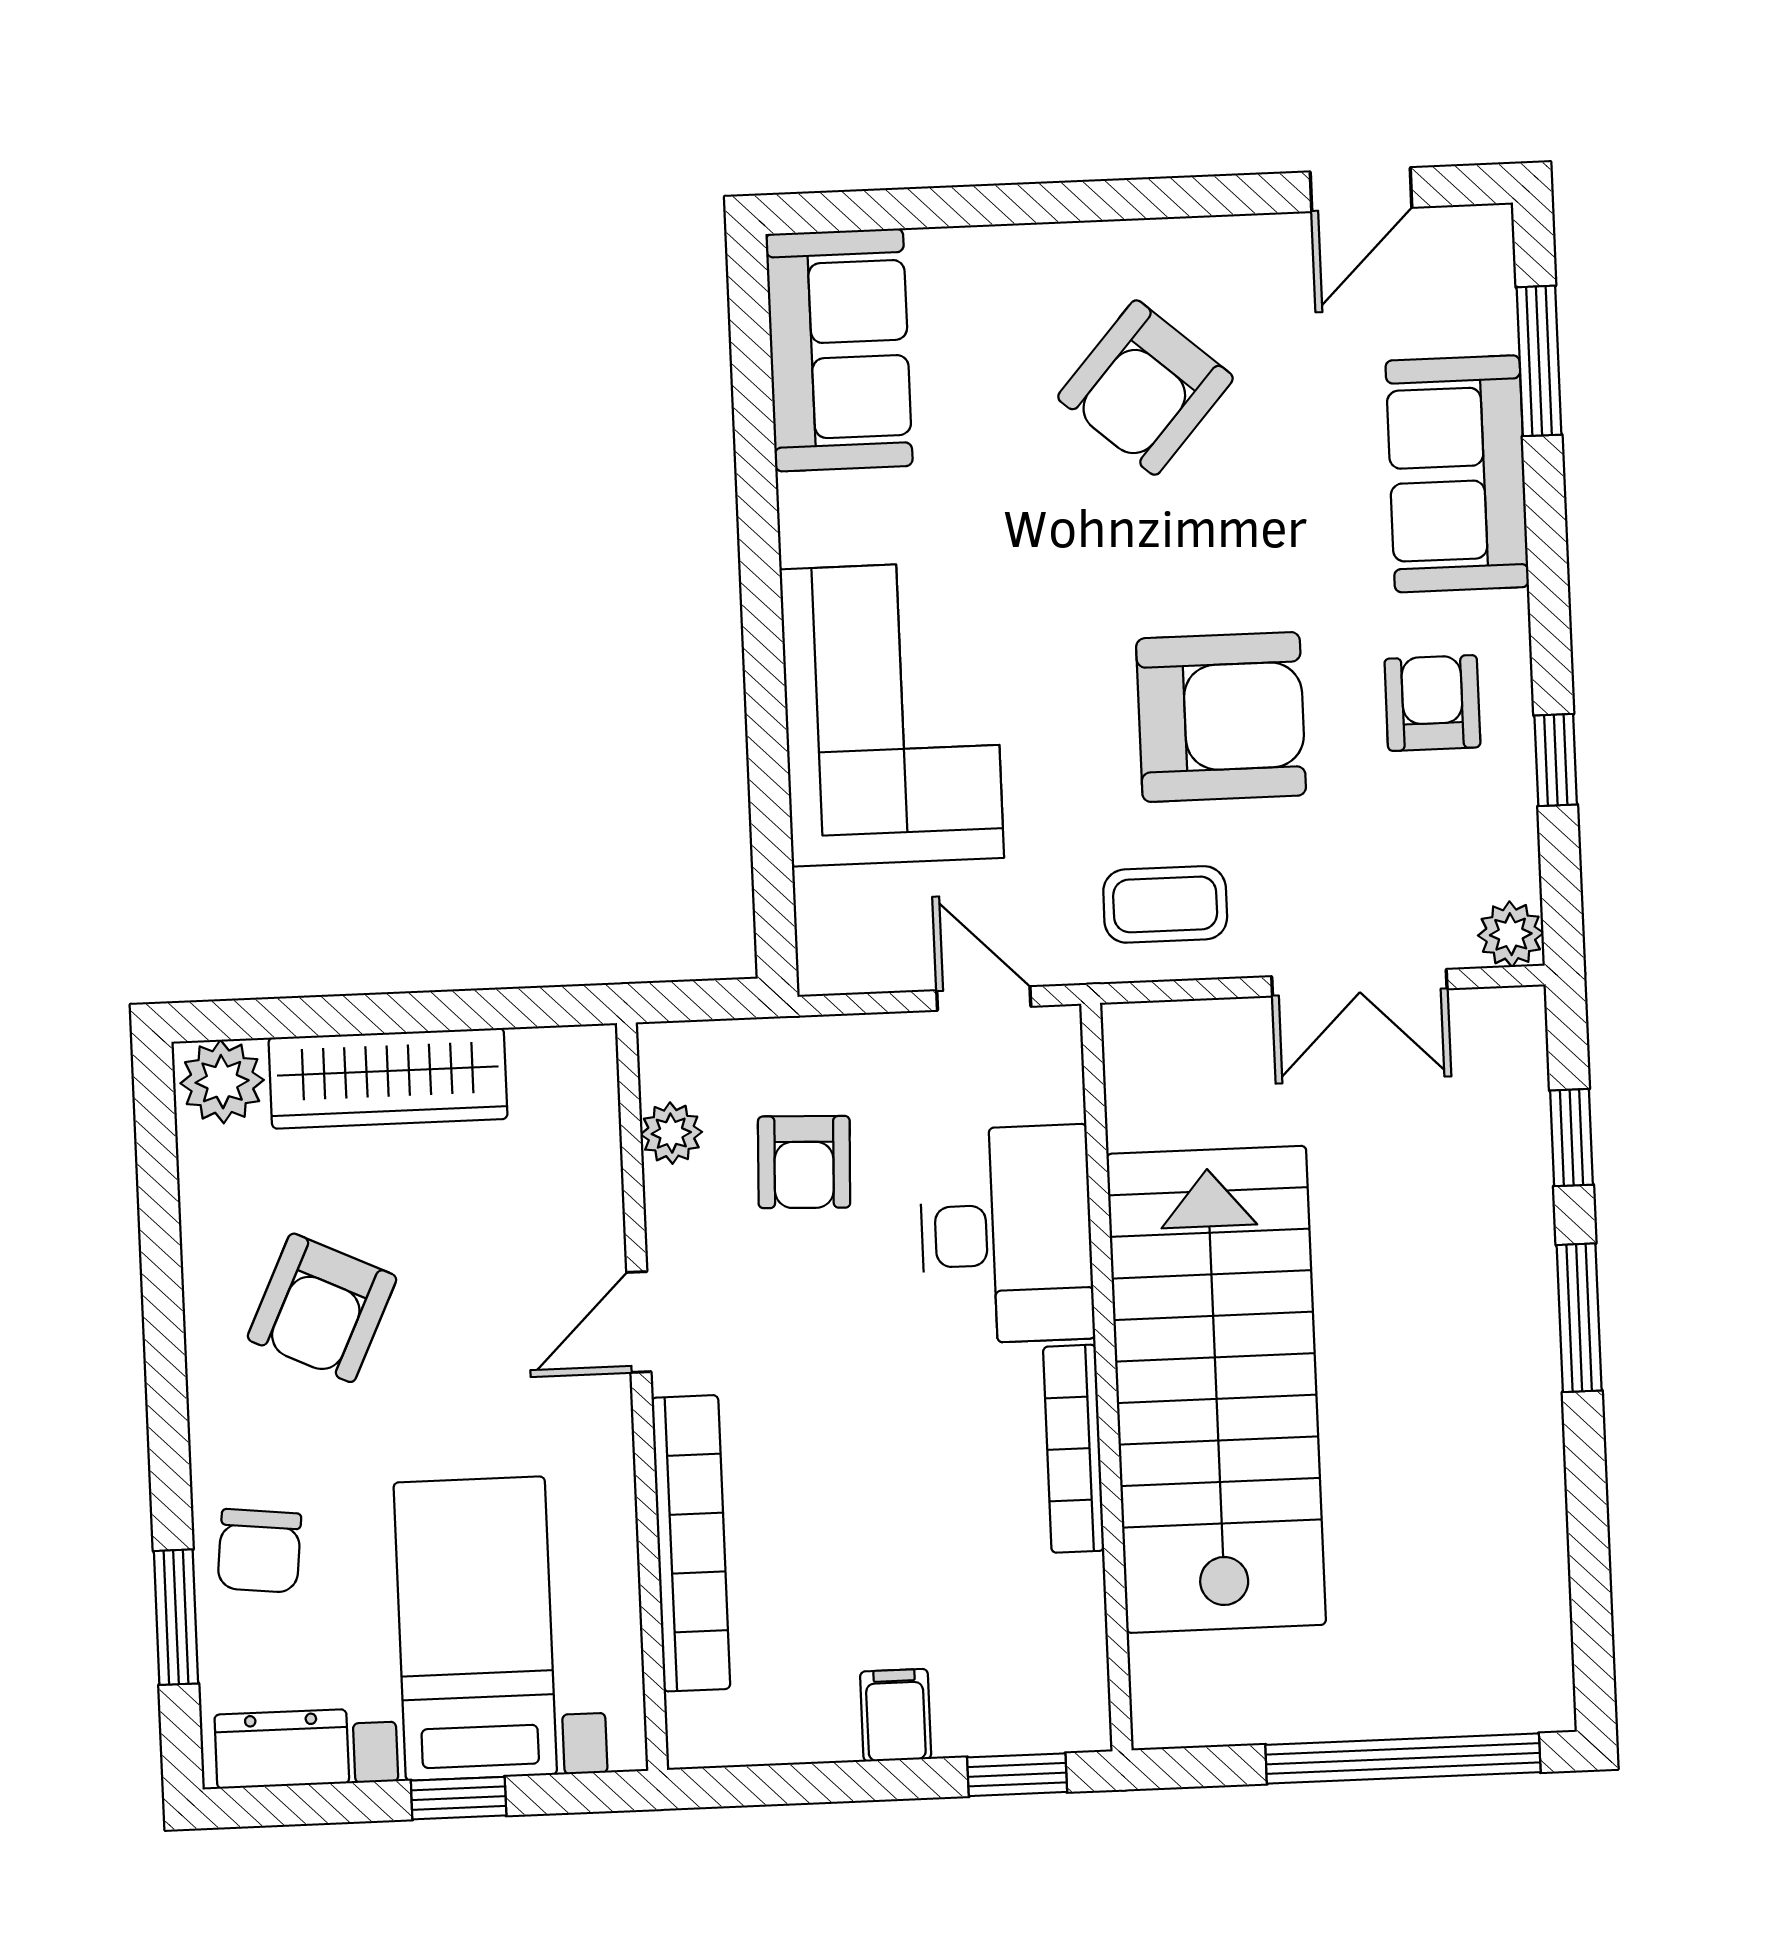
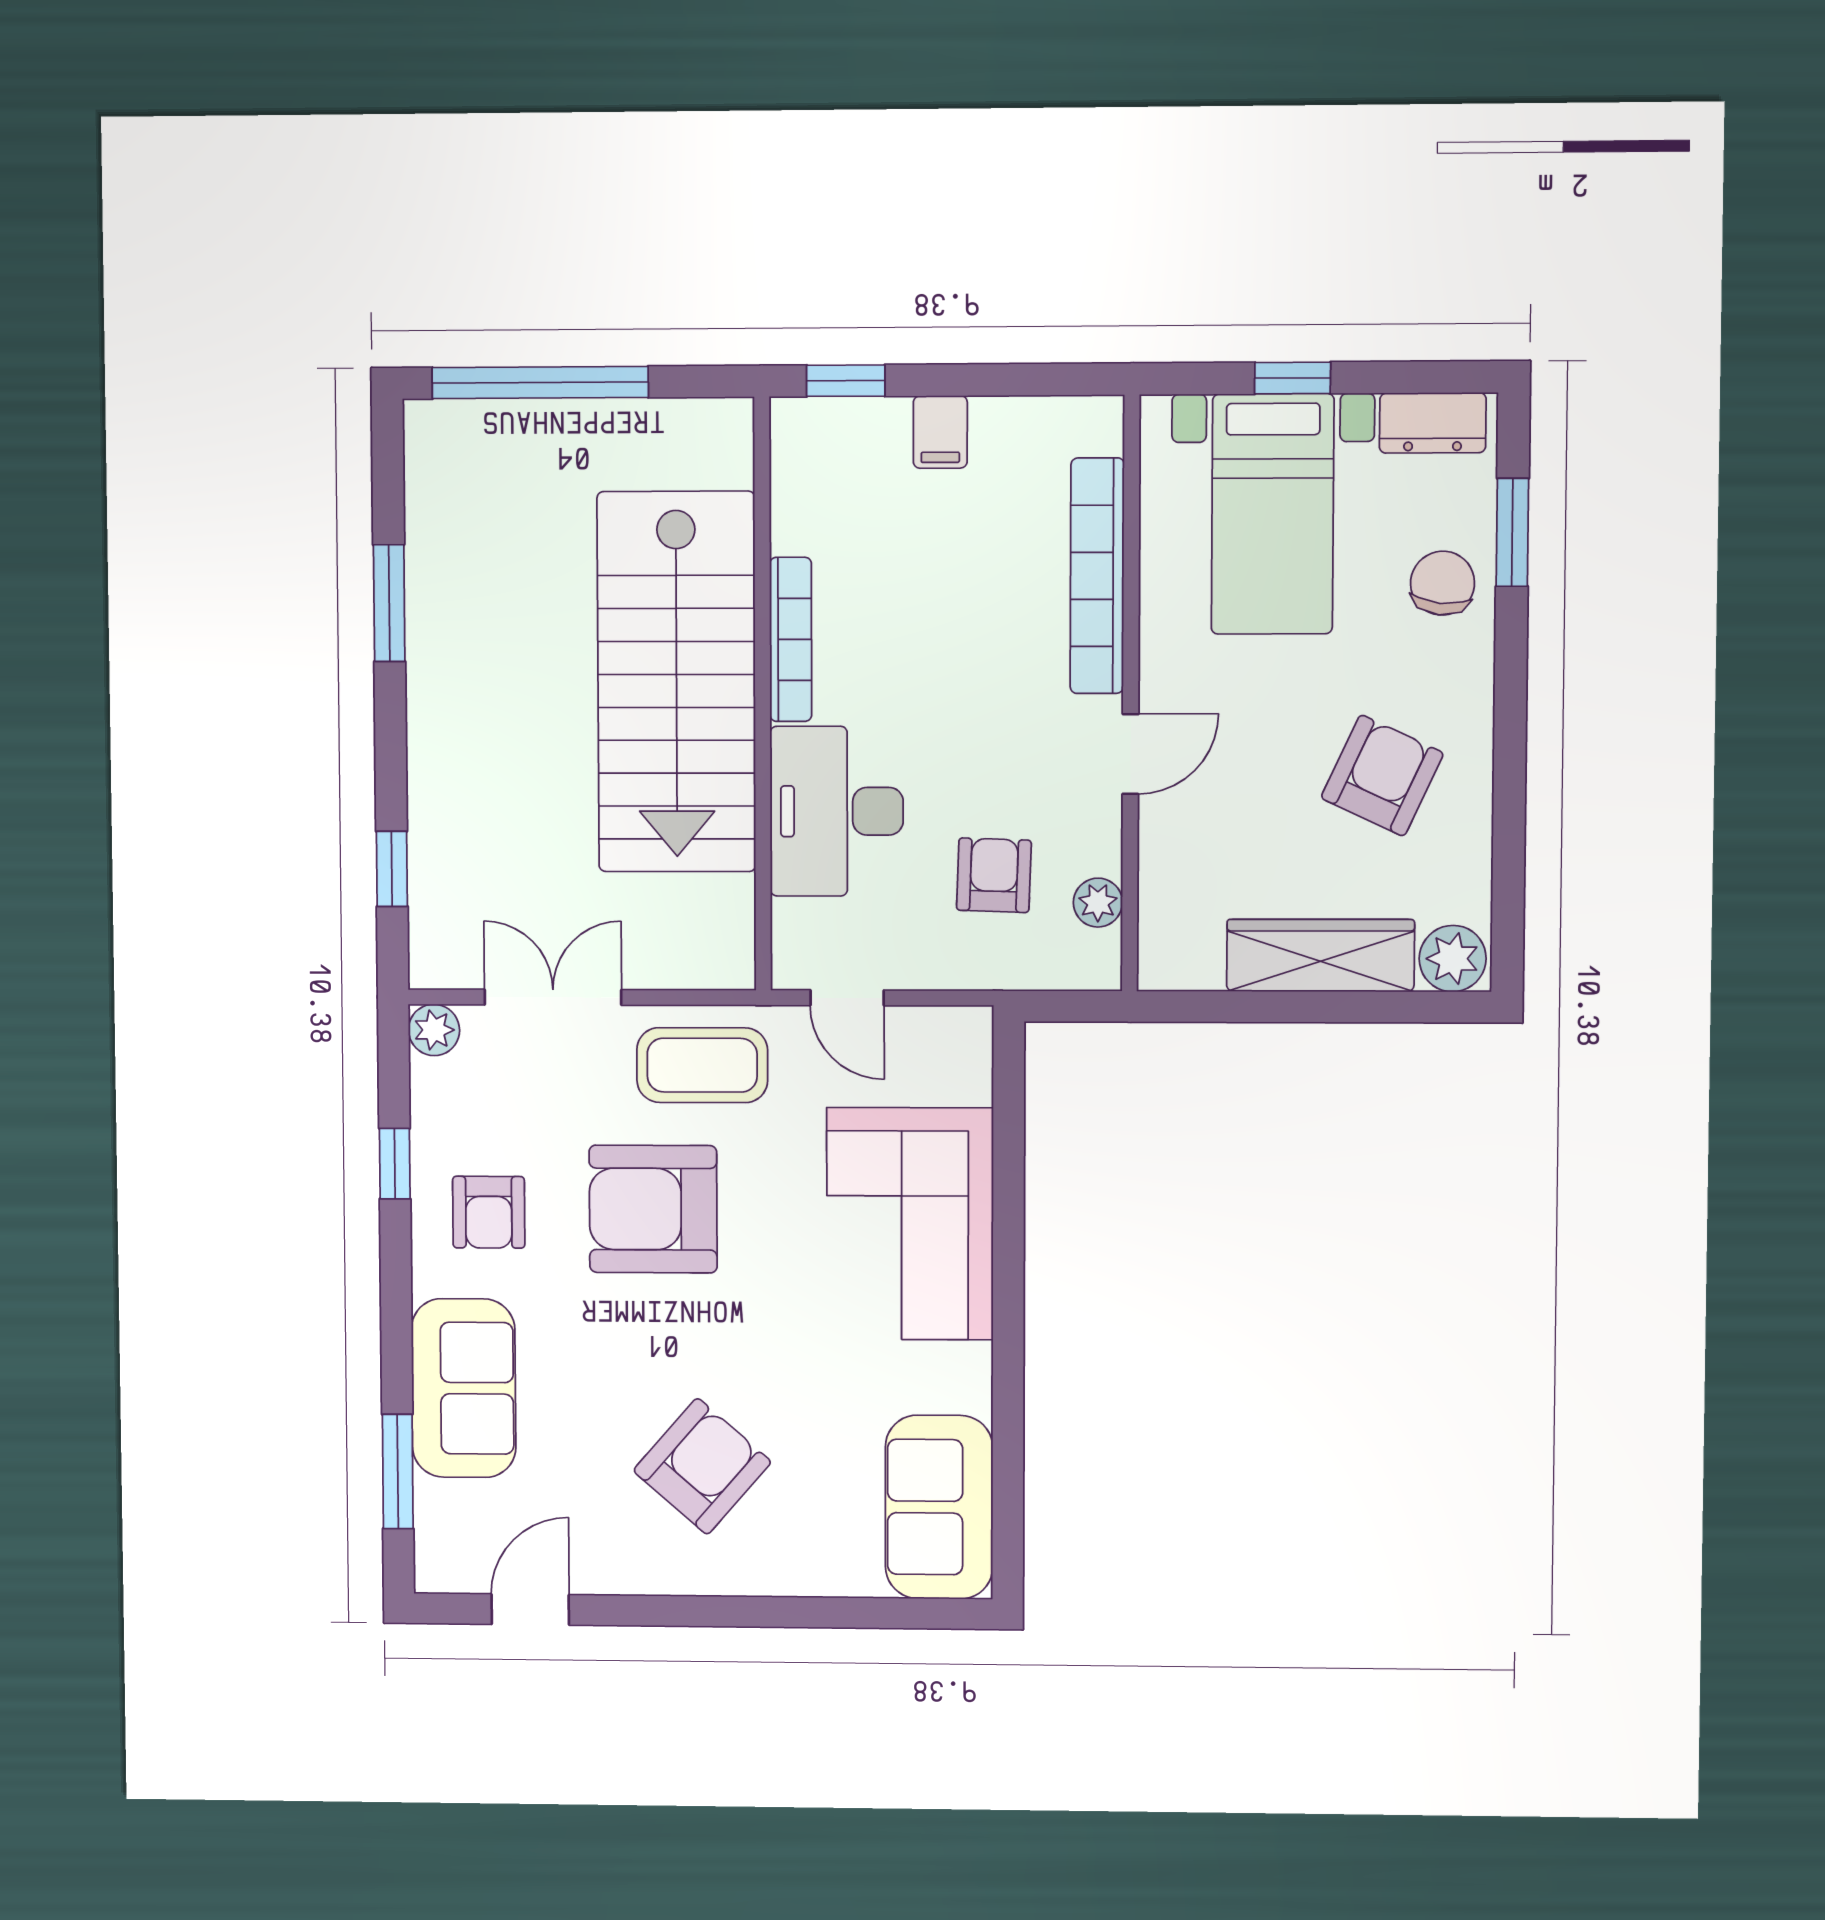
coffee table: (1165, 904) -> (702, 1065), width x1.36, depth x1.30
window: (1579, 1318) -> (389, 603), moved

